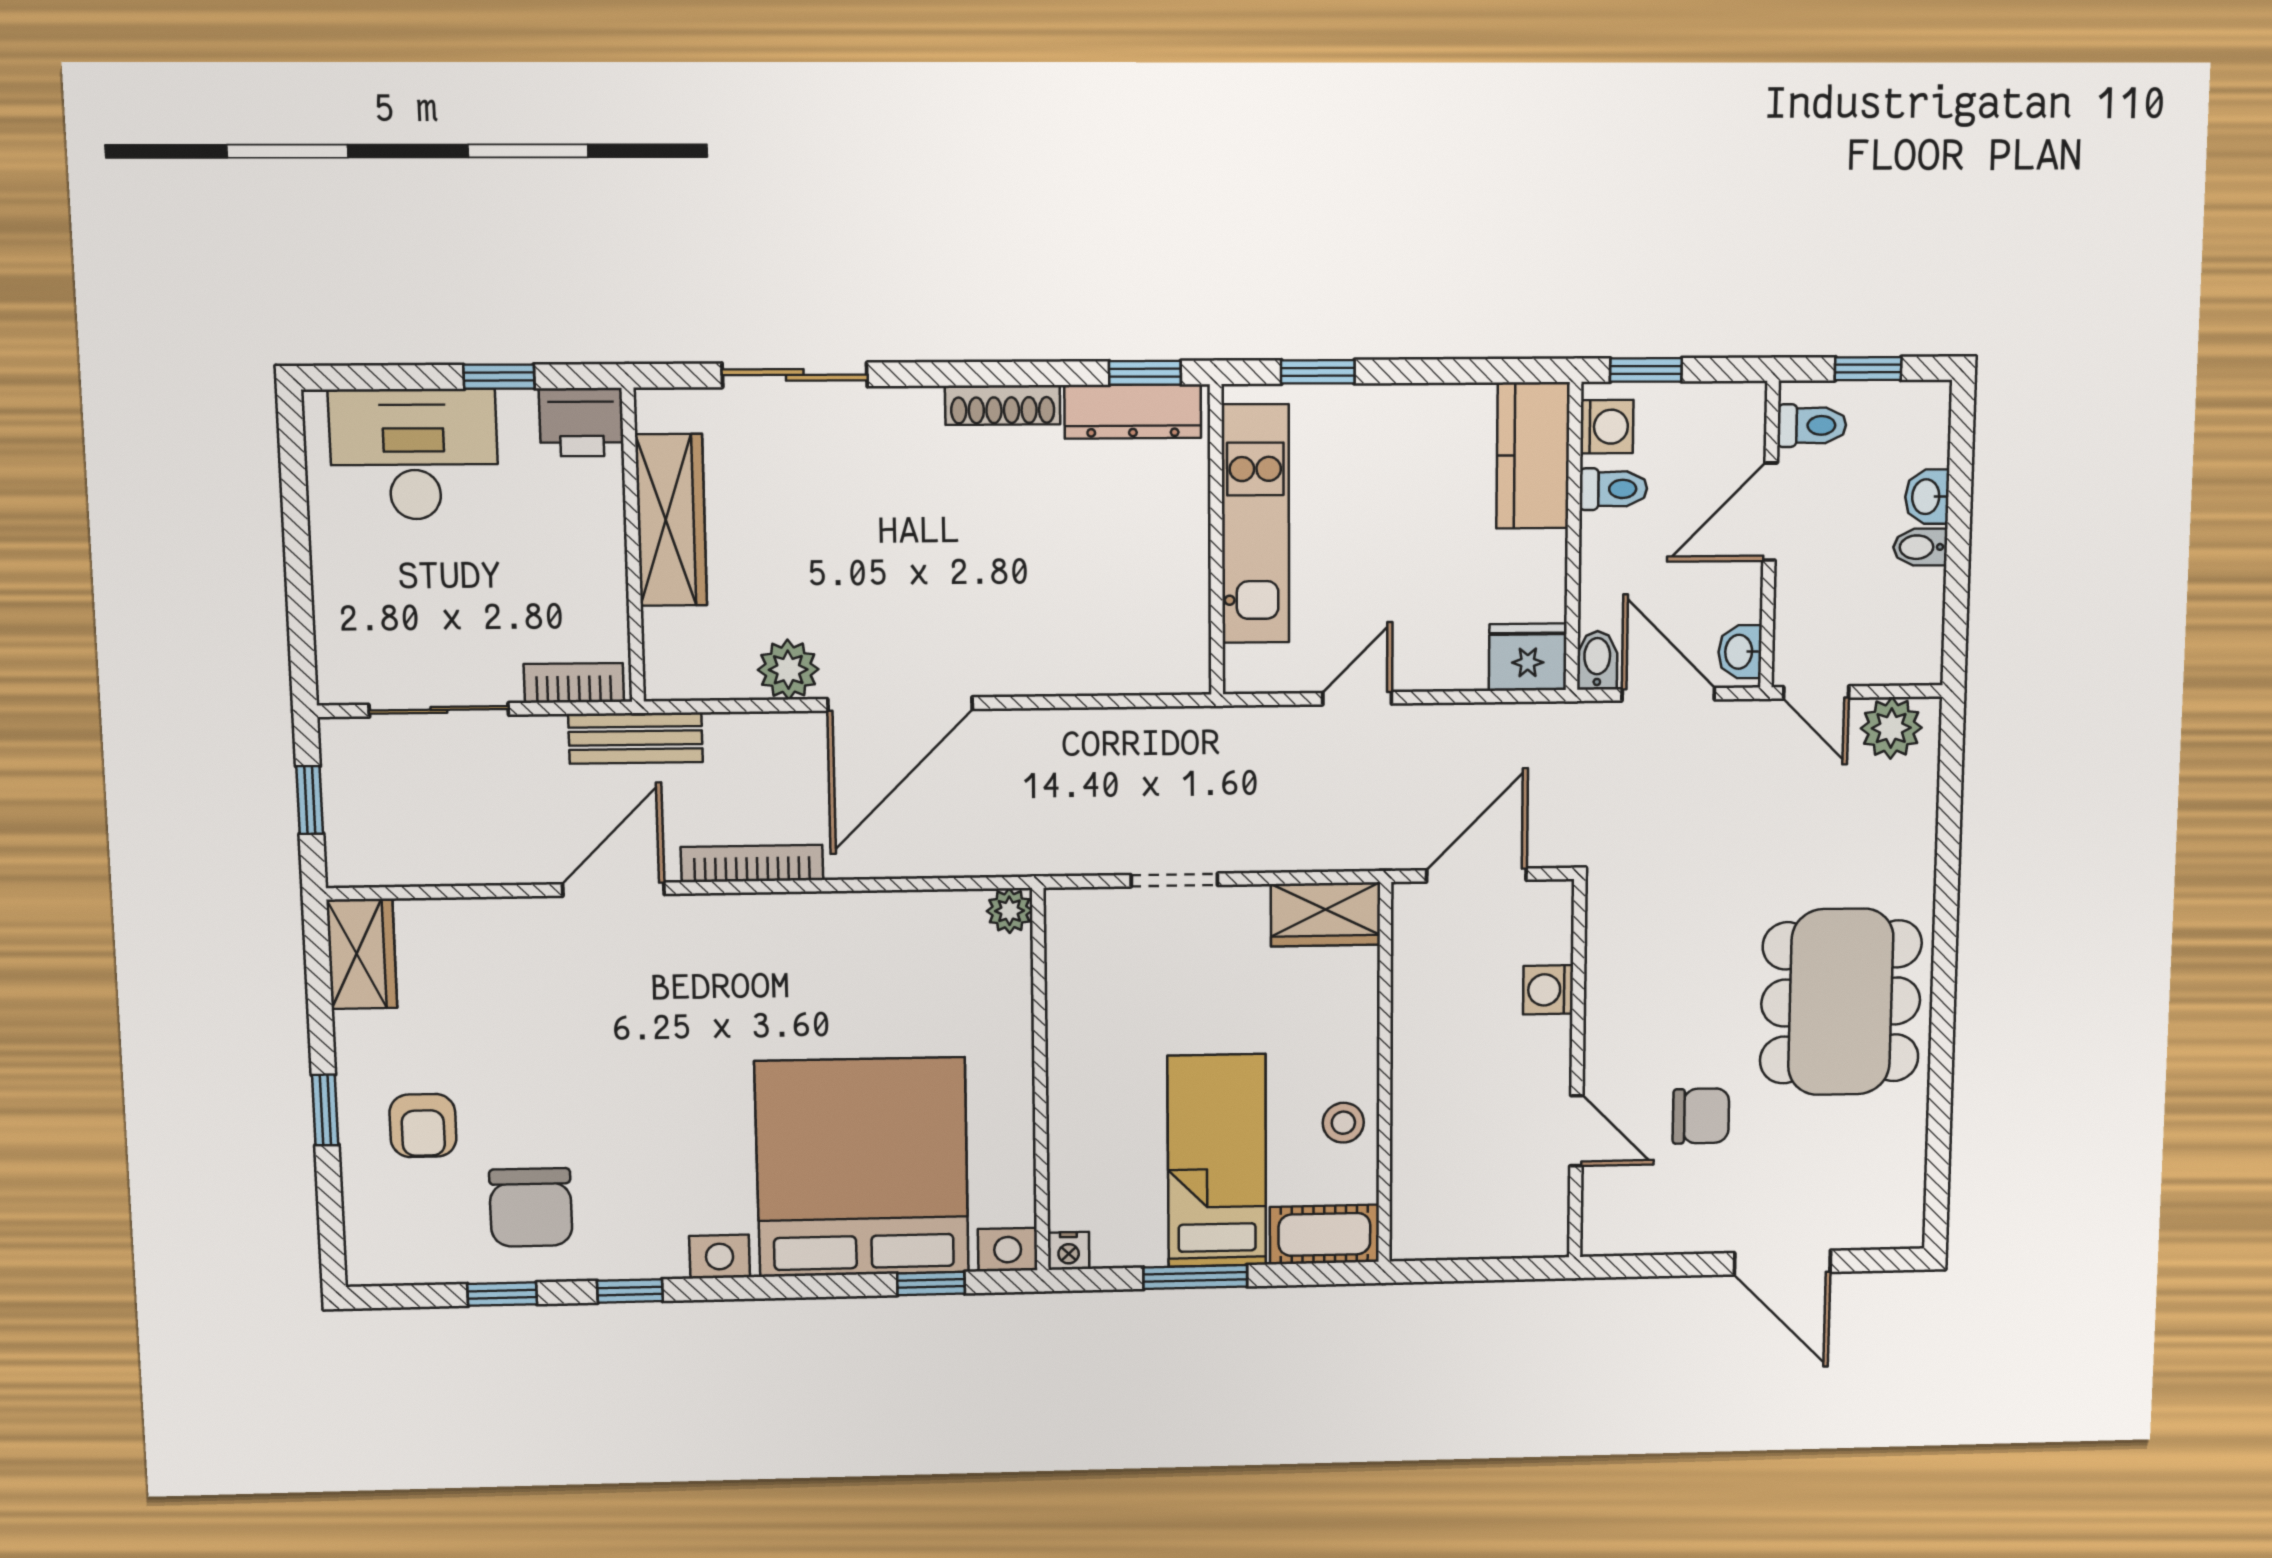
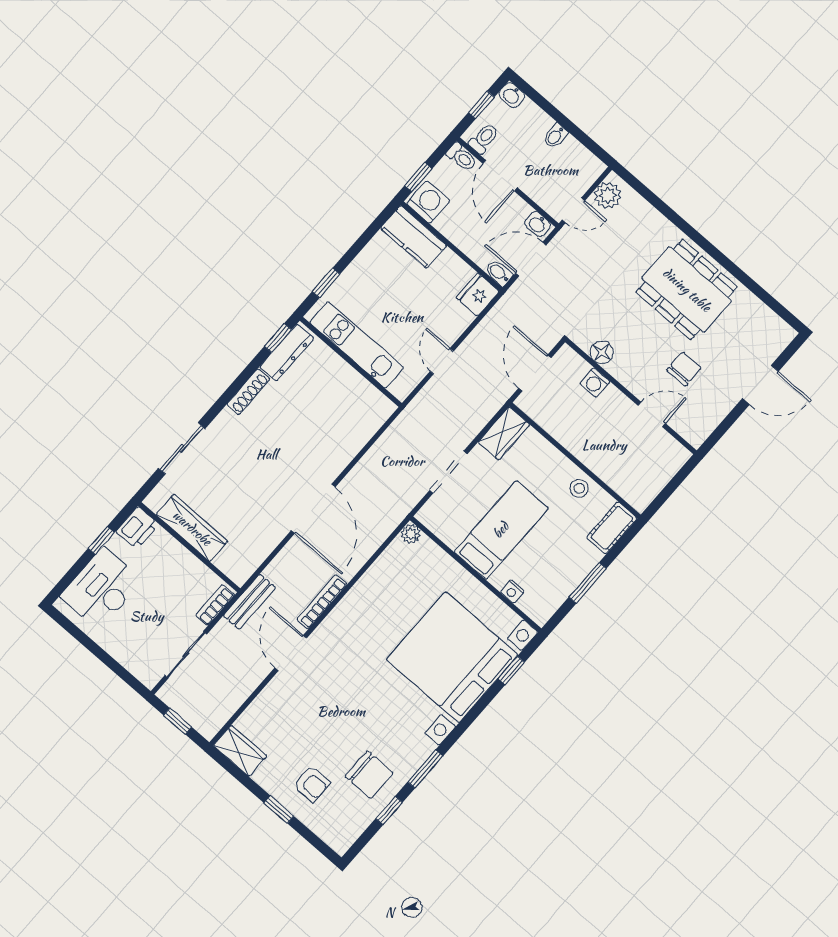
washing machine: (1607, 427) -> (428, 202), width x1.38, depth x1.38
toilet: (1613, 489) -> (462, 157), moved, turned 90
washbasin: (1927, 497) -> (512, 95), moved
plant: (788, 670) -> (271, 534), removed
doorway: (1174, 880) -> (448, 472), width x1.38
floor lamp: (1610, 956) -> (602, 352), added
bed: (1217, 1161) -> (501, 530), moved, turned 90
nightstand: (1069, 1251) -> (512, 592), moved, turned 90
window: (630, 1291) -> (425, 769), width x1.50

